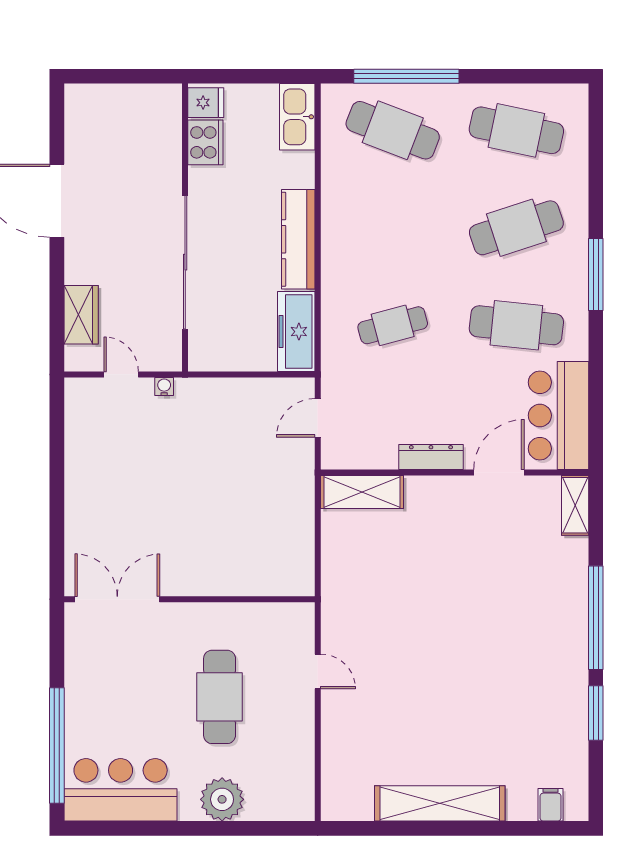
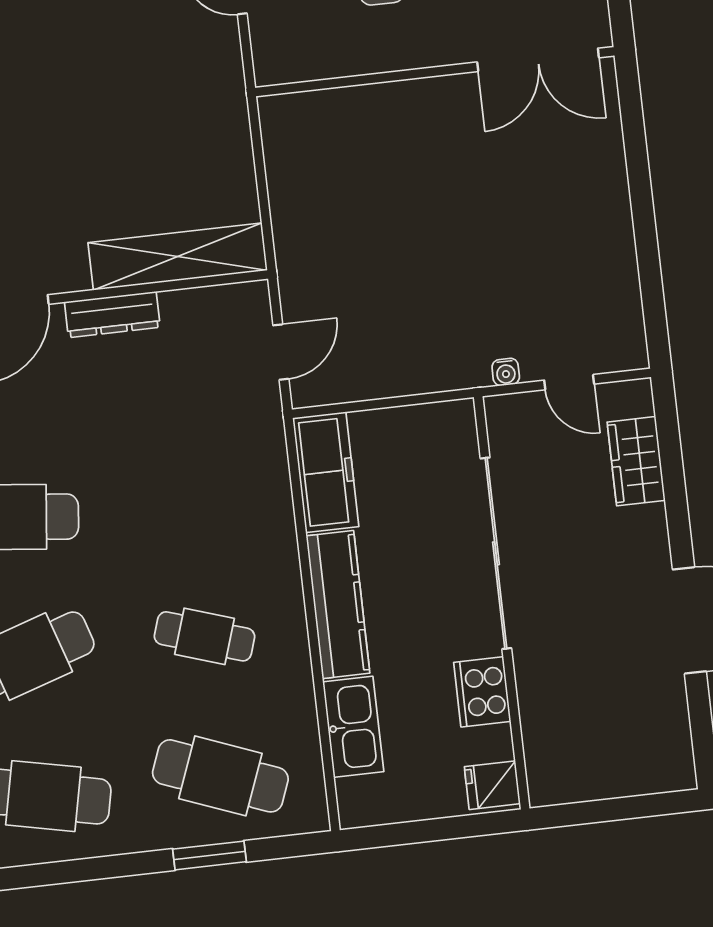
window: (406, 76) -> (210, 855), width x0.47
kitchen sink: (297, 117) -> (353, 727), moved
cooker: (205, 142) -> (482, 692), moved
cafe table: (393, 325) -> (204, 636), moved, turned 33
shelving: (362, 492) -> (178, 257), width x1.47

